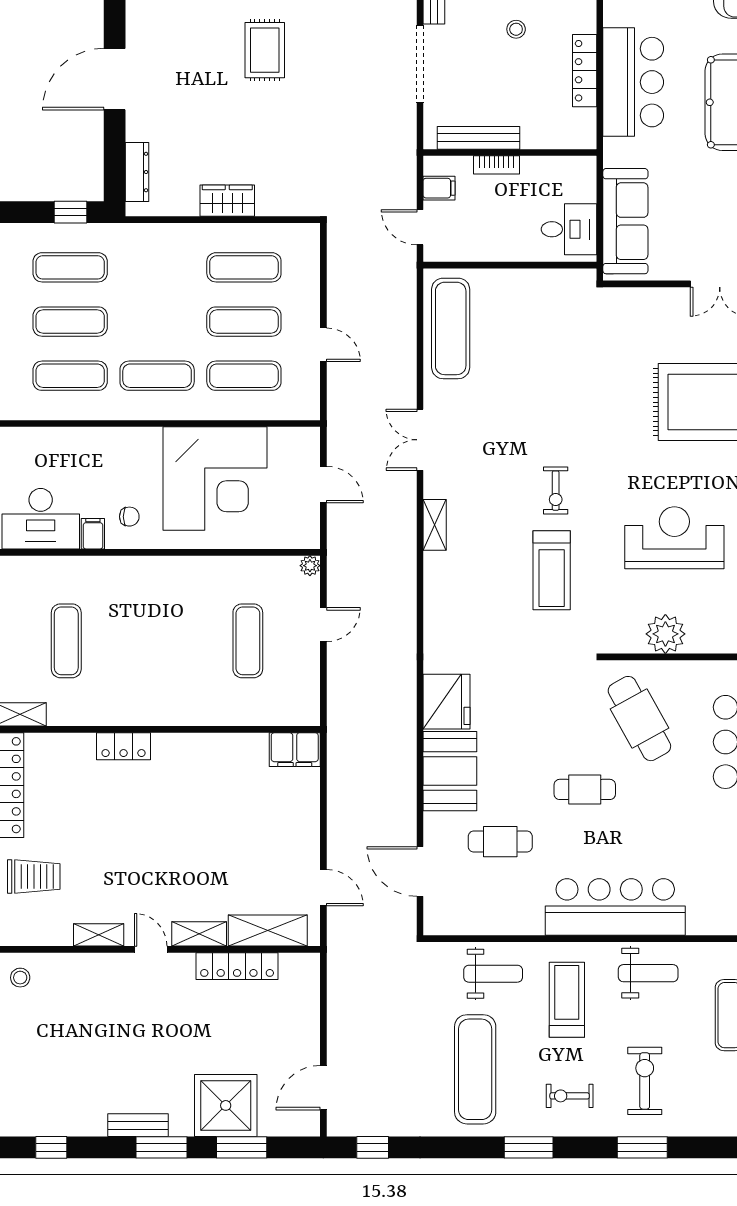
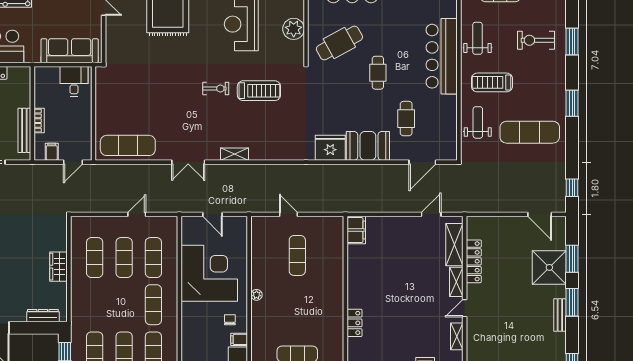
door: (323, 485) -> (212, 214), swing flipped
plant: (310, 566) -> (257, 295), moved
exercise mat: (248, 641) -> (297, 255), turned 90
exercise bike: (570, 1096) -> (544, 81), removed

